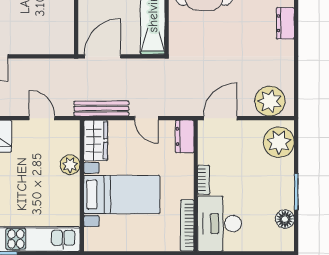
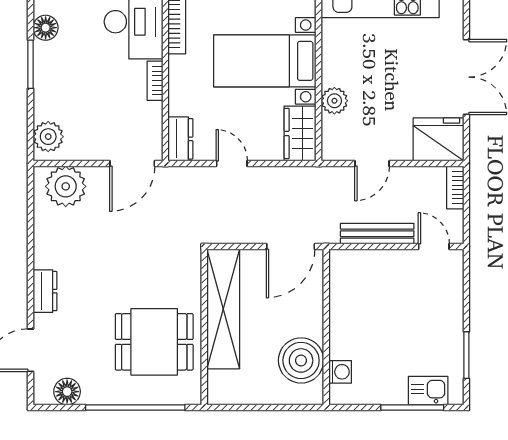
bench: (101, 108) -> (377, 234), moved
door: (42, 118) -> (372, 164), hinge flipped
plant: (279, 142) -> (48, 137), width x0.73, depth x0.73

